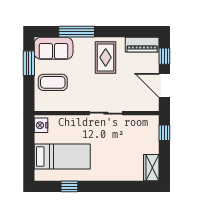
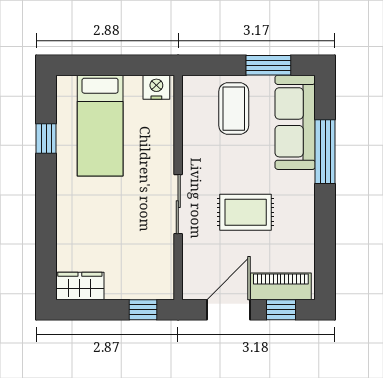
piano: (142, 45) -> (281, 286), moved, turned 90
sofa: (54, 48) -> (295, 122), width x1.36
rug: (106, 57) -> (246, 212), moved

